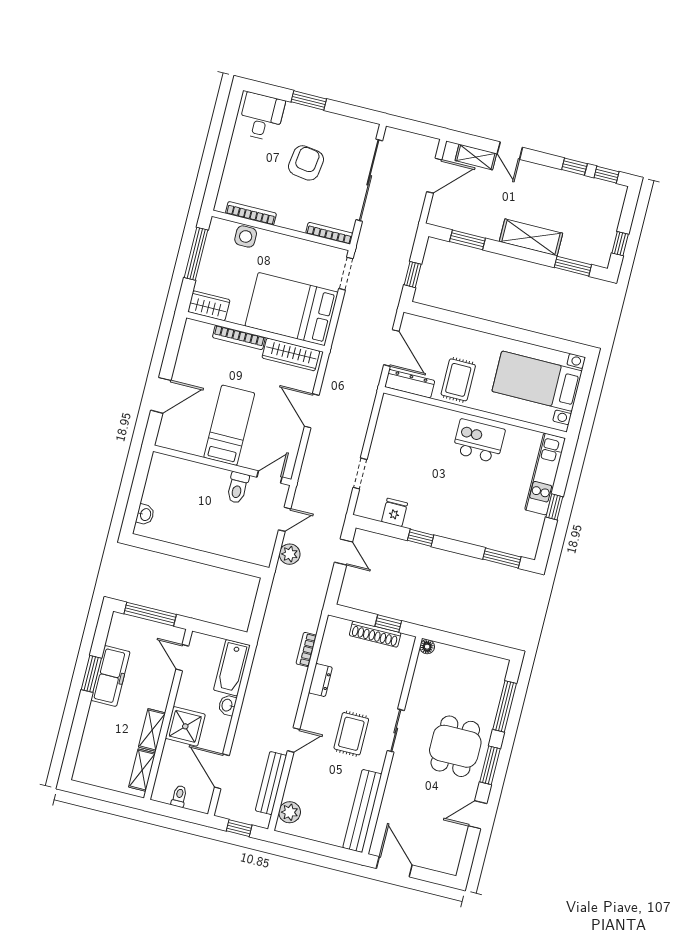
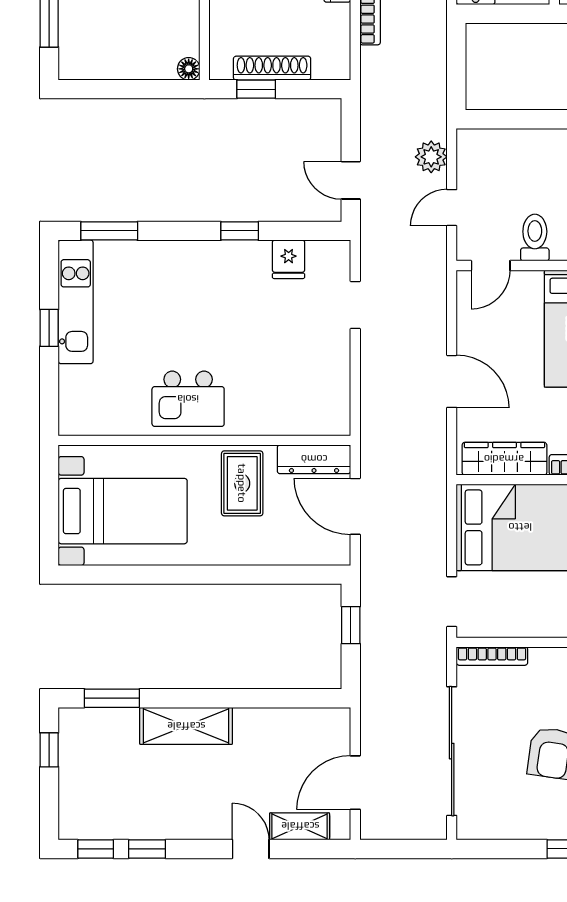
window: (467, 240) -> (281, 698), removed
kitchen unit: (545, 474) -> (76, 302), moved

